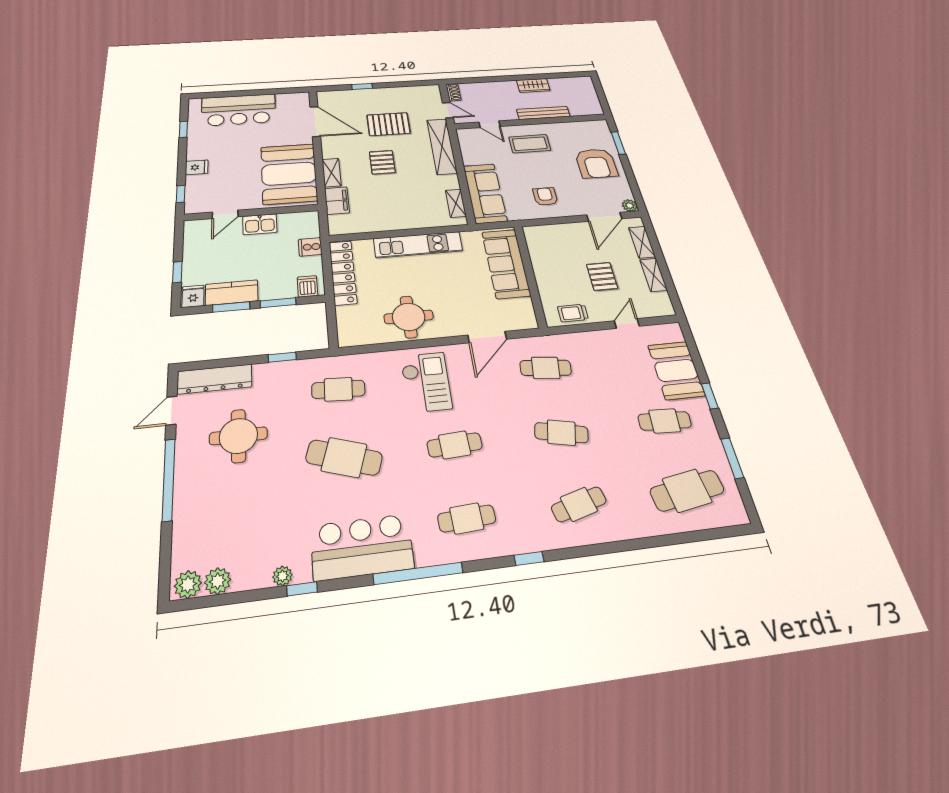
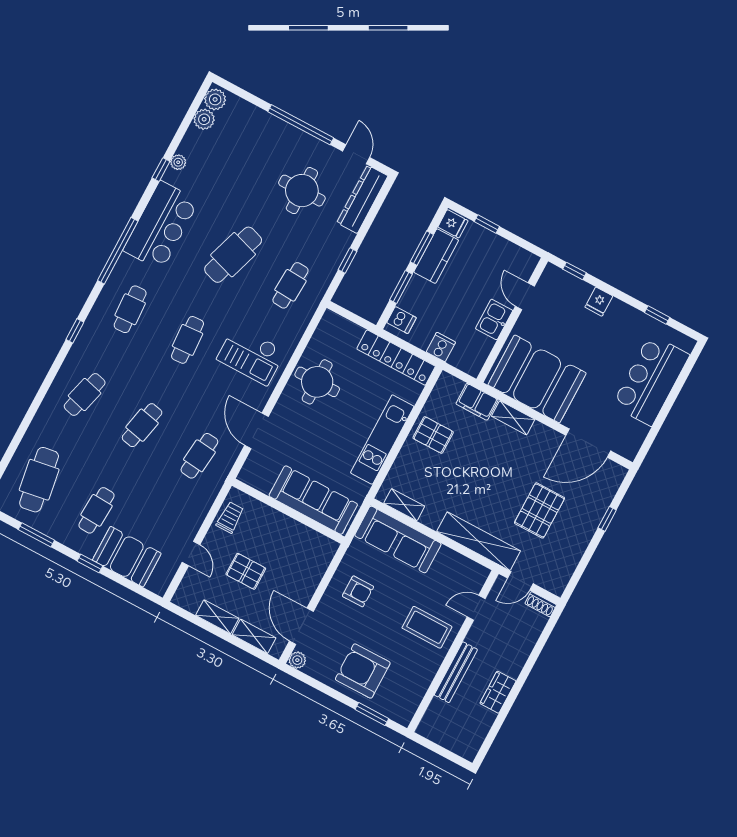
coffee table: (530, 144) -> (427, 627), turned 90
pallet: (382, 162) -> (433, 435), moved
cafe table: (579, 504) -> (85, 394), turned 30

